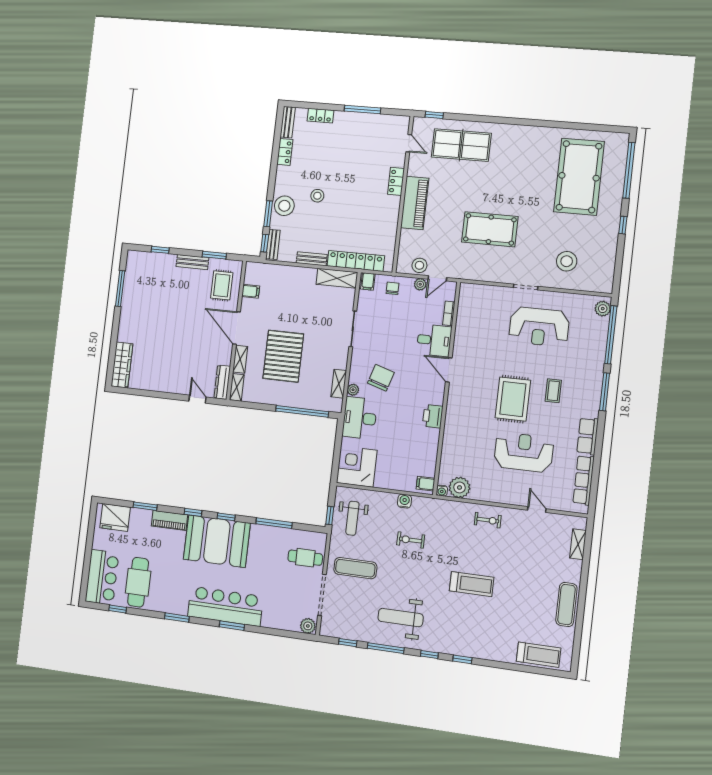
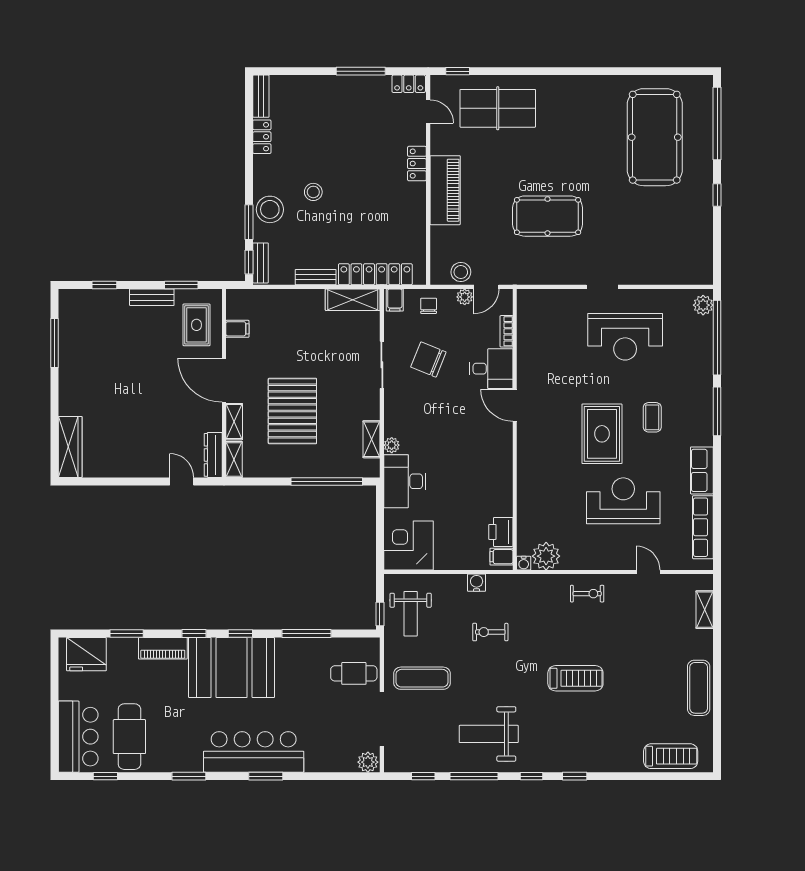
locker: (320, 116) -> (409, 84), moved
stool: (567, 261) -> (651, 248), removed
chair: (381, 378) -> (428, 360), moved, turned -85
printer: (433, 416) -> (501, 532), moved

